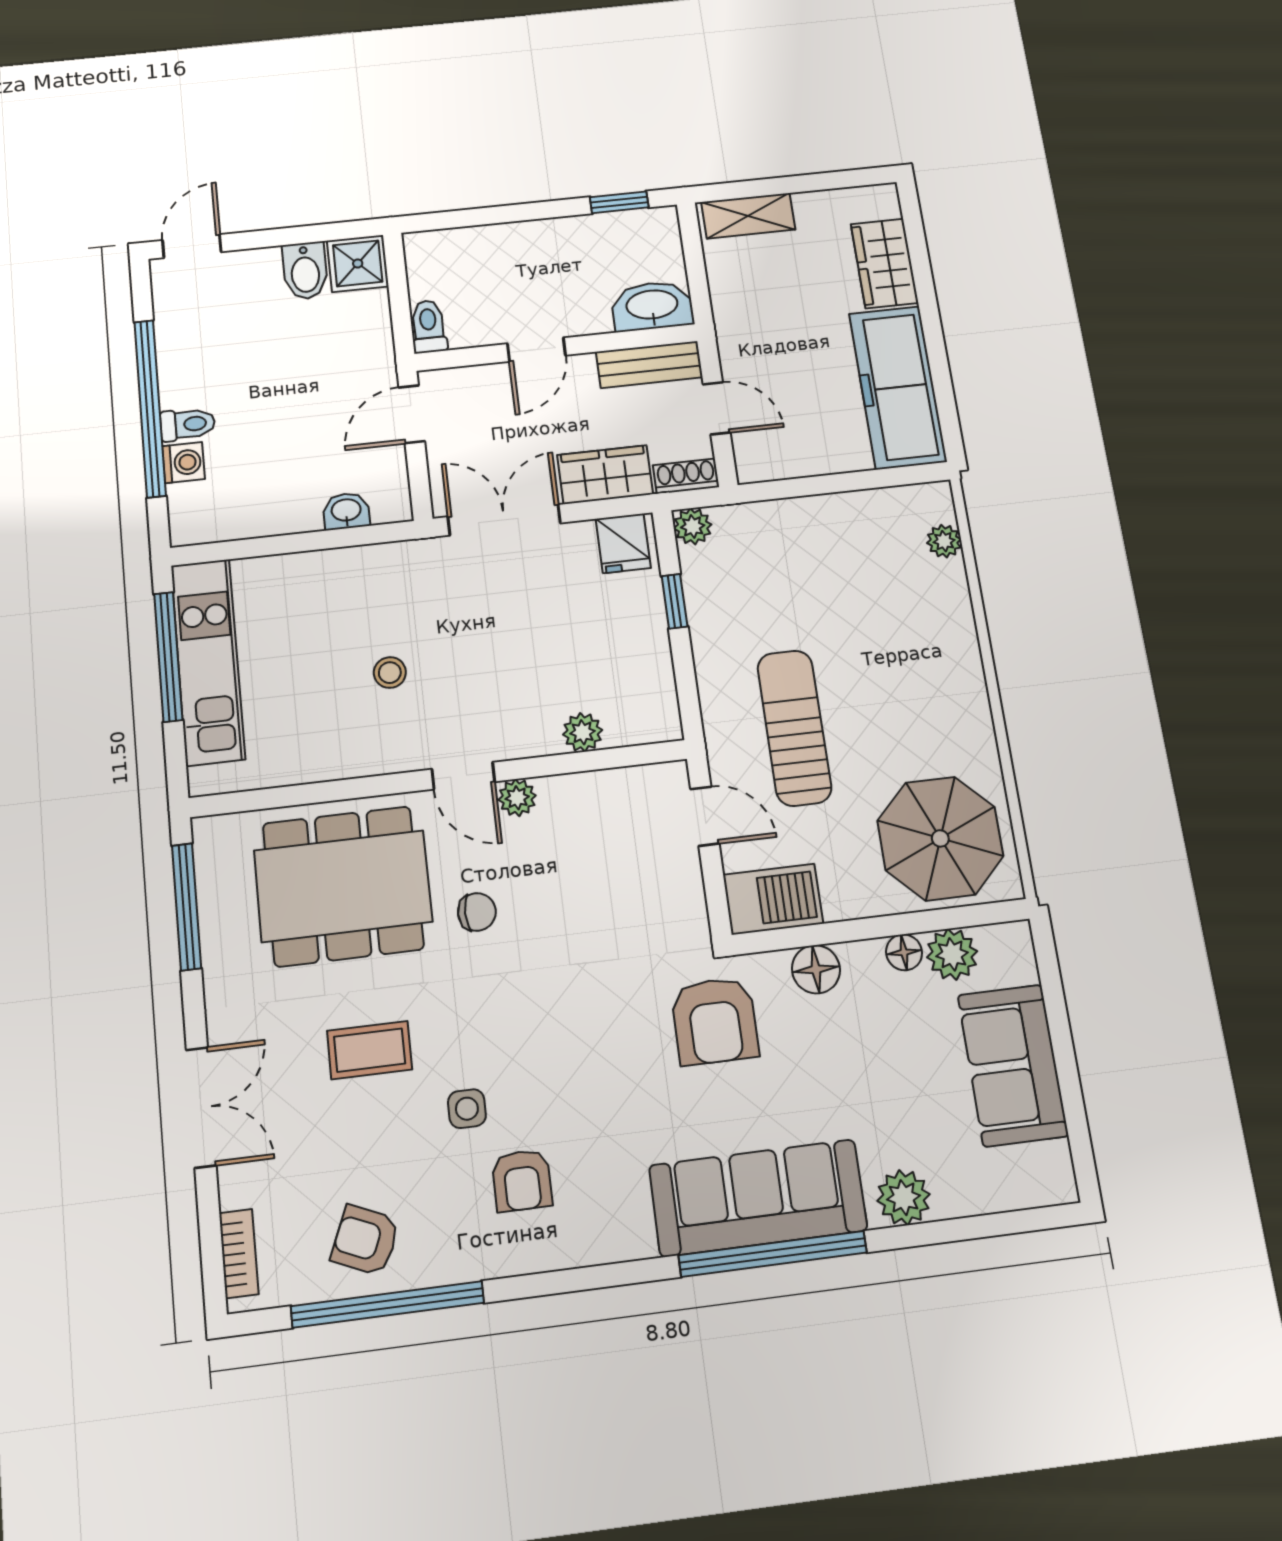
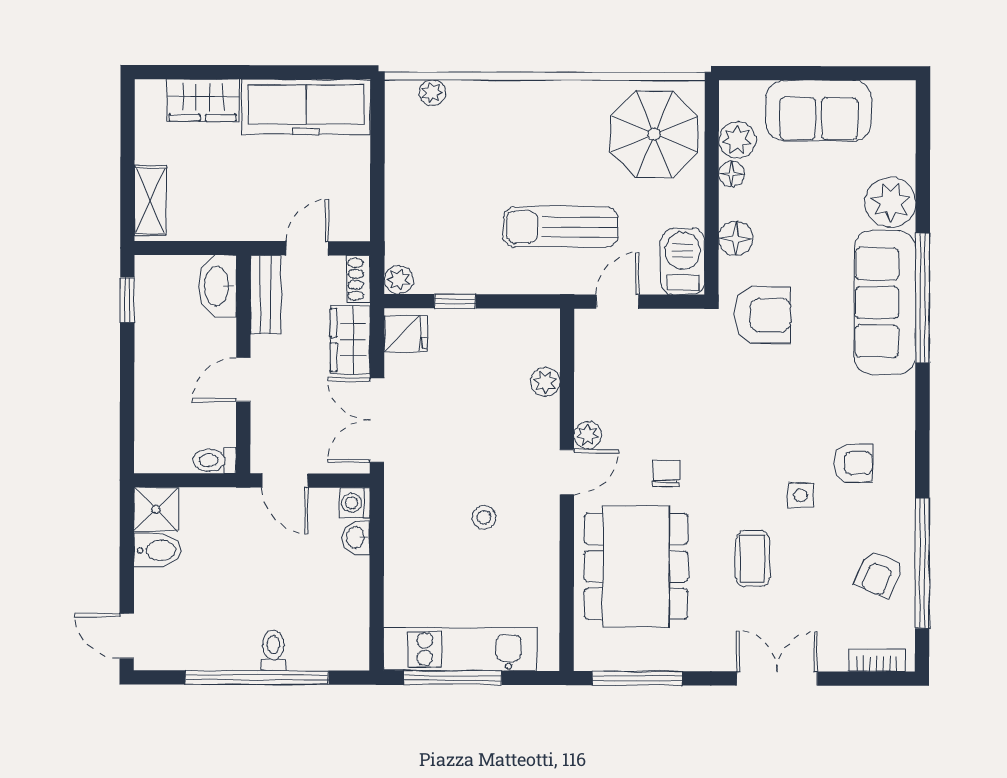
door: (536, 350) -> (243, 380), swing flipped
washing machine: (184, 463) -> (355, 503), moved, turned -90
plant: (904, 1198) -> (890, 202), width x1.36, depth x1.36

